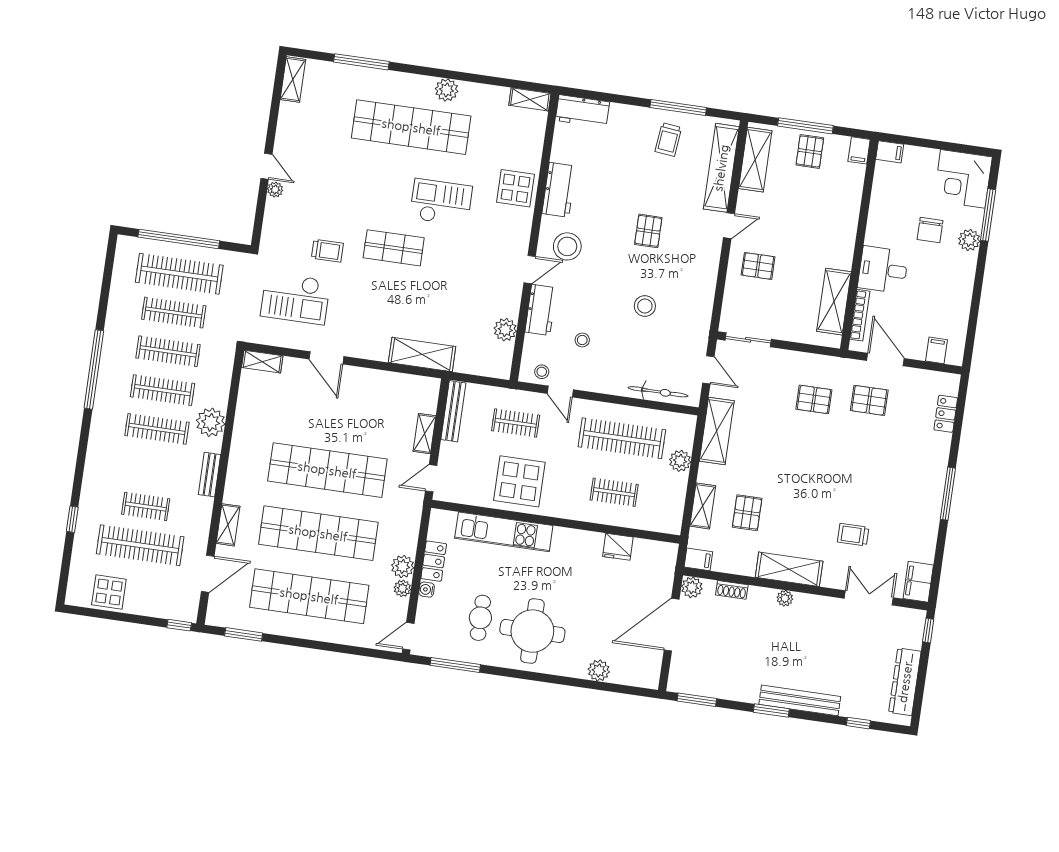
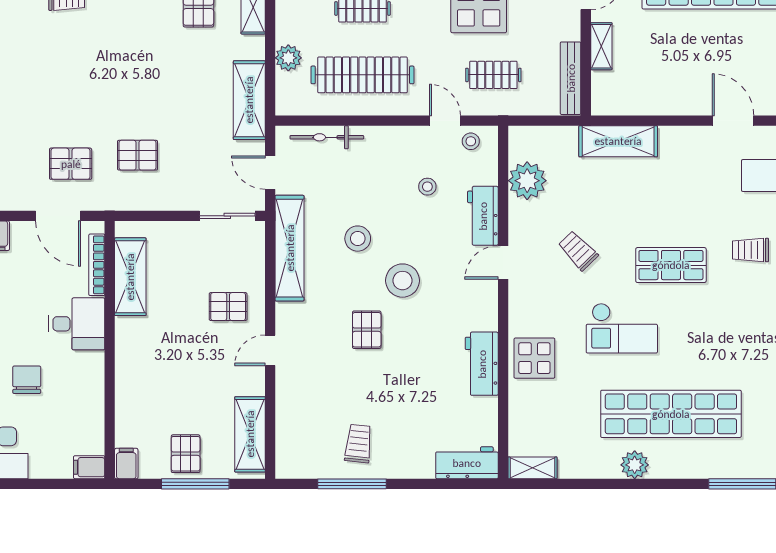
shelving: (721, 168) -> (290, 248), moved
stool: (567, 246) -> (403, 281), moved
trolley: (467, 270) -> (578, 251), added
plant: (505, 330) -> (527, 181), width x1.36, depth x1.36

